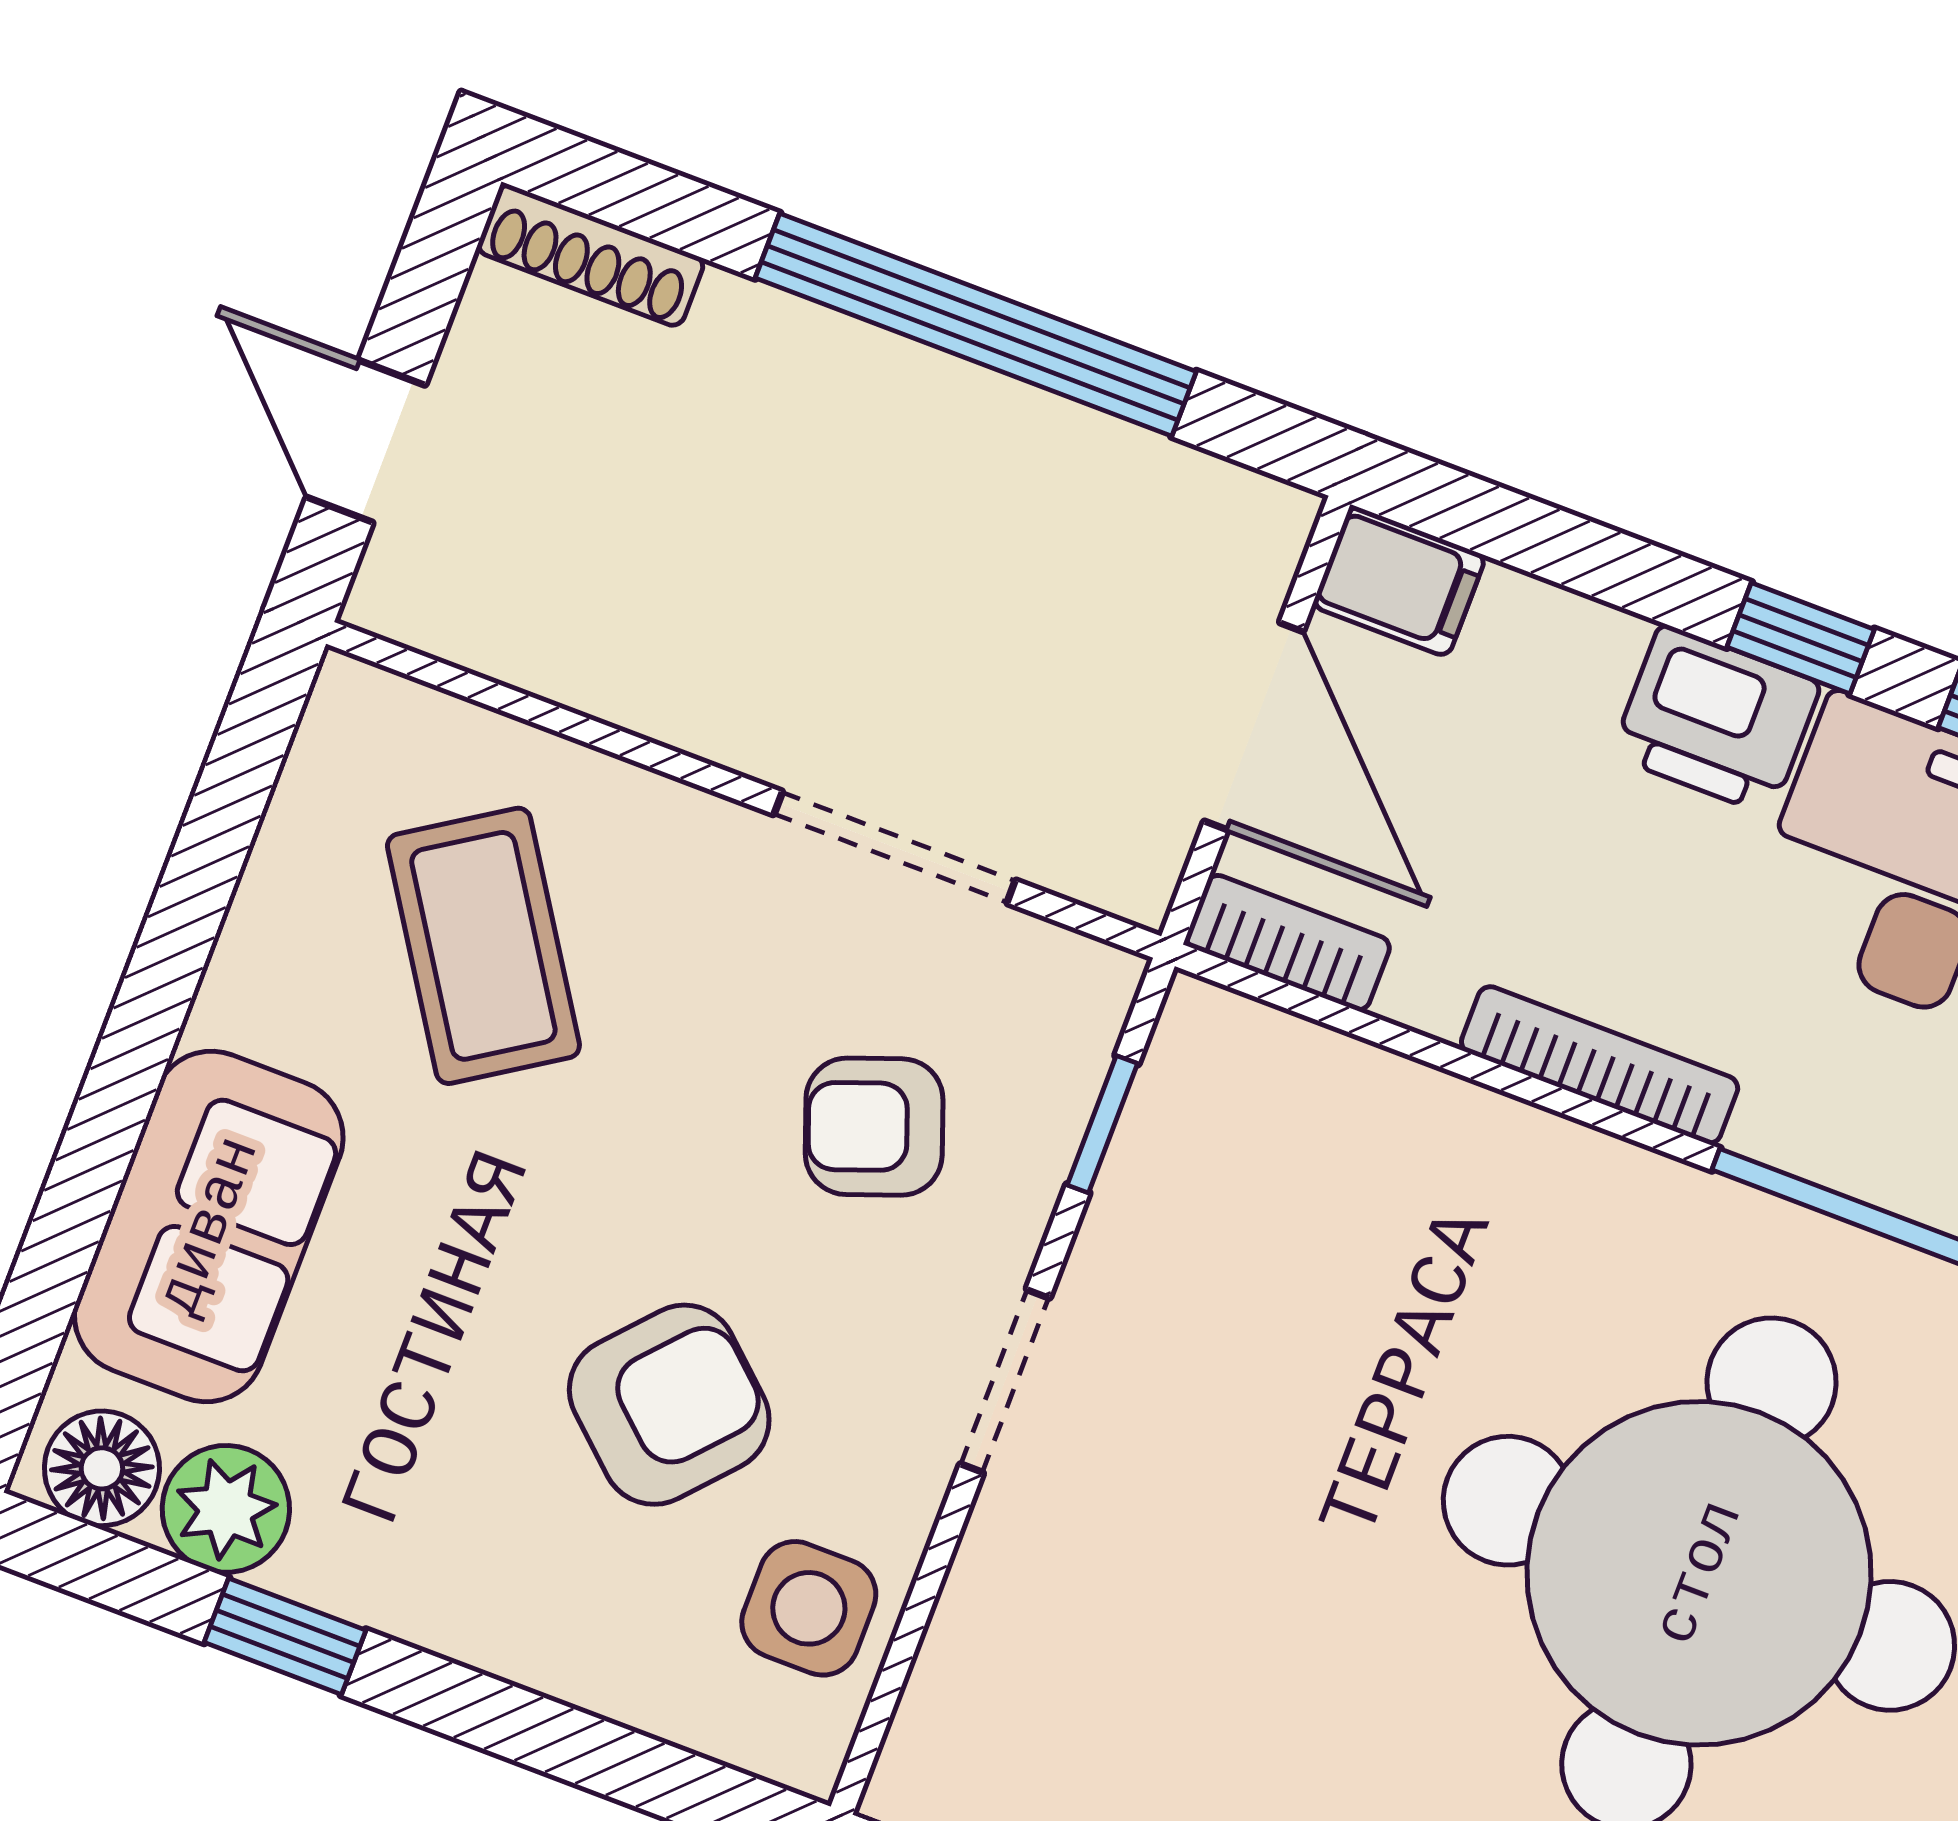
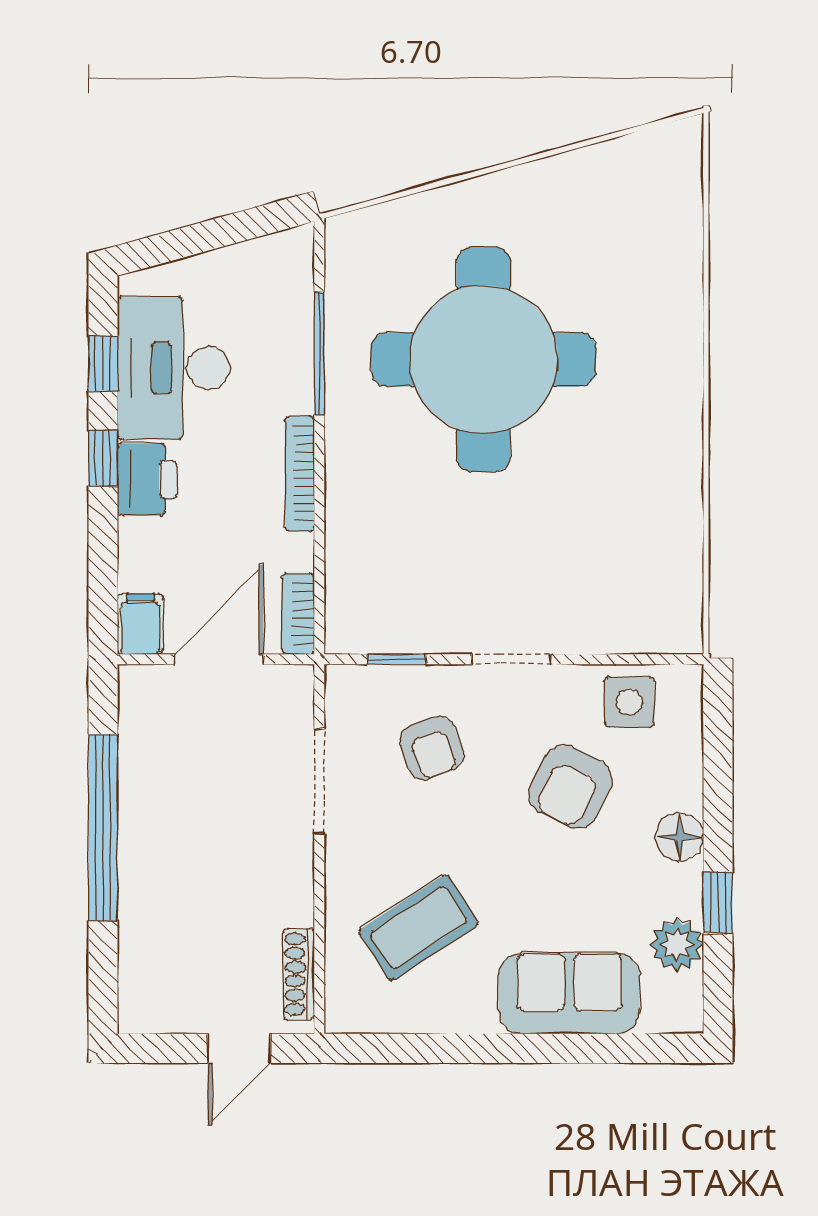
shoe rack: (591, 255) -> (299, 974), moved, turned 180
armchair: (669, 1405) -> (570, 787), turned -106
floor lamp: (102, 1468) -> (680, 837), moved

